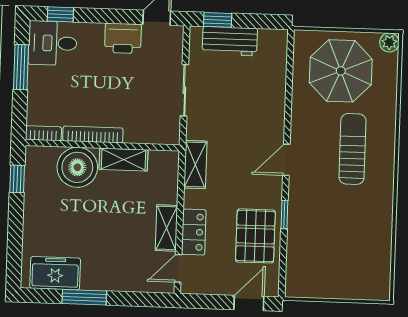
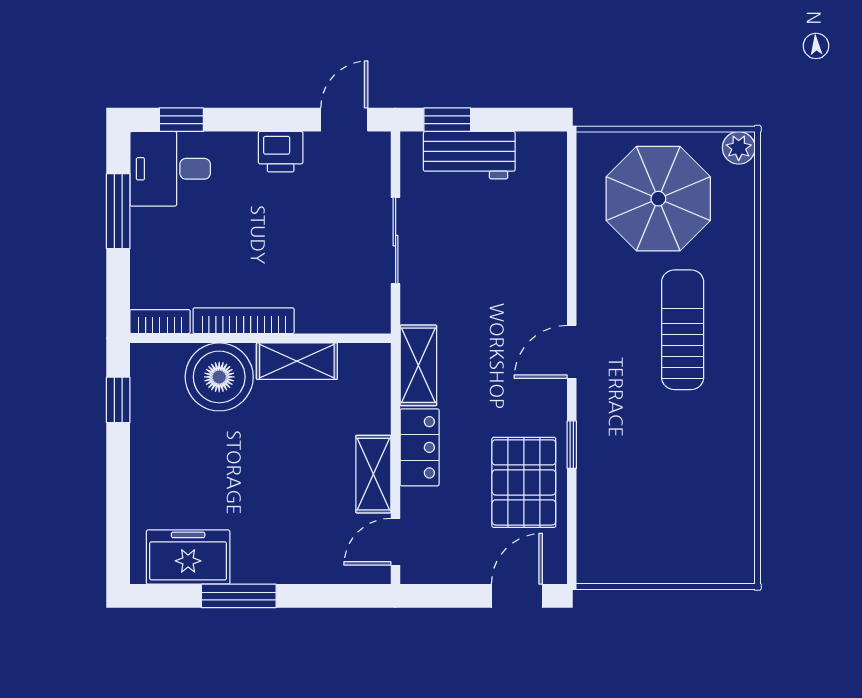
printer: (123, 38) -> (281, 152), width x0.73, depth x0.81
locker: (194, 232) -> (420, 447), moved

